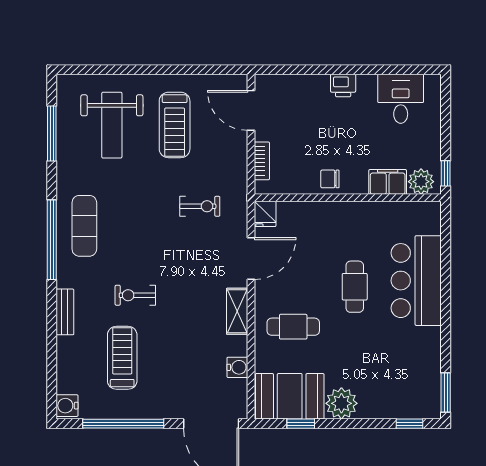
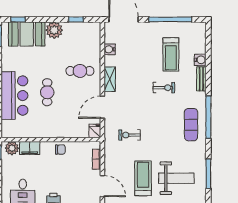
weight bench: (112, 125) -> (176, 178), turned 90
booth: (290, 396) -> (27, 34), moved
water cooler: (67, 406) -> (200, 60), moved

